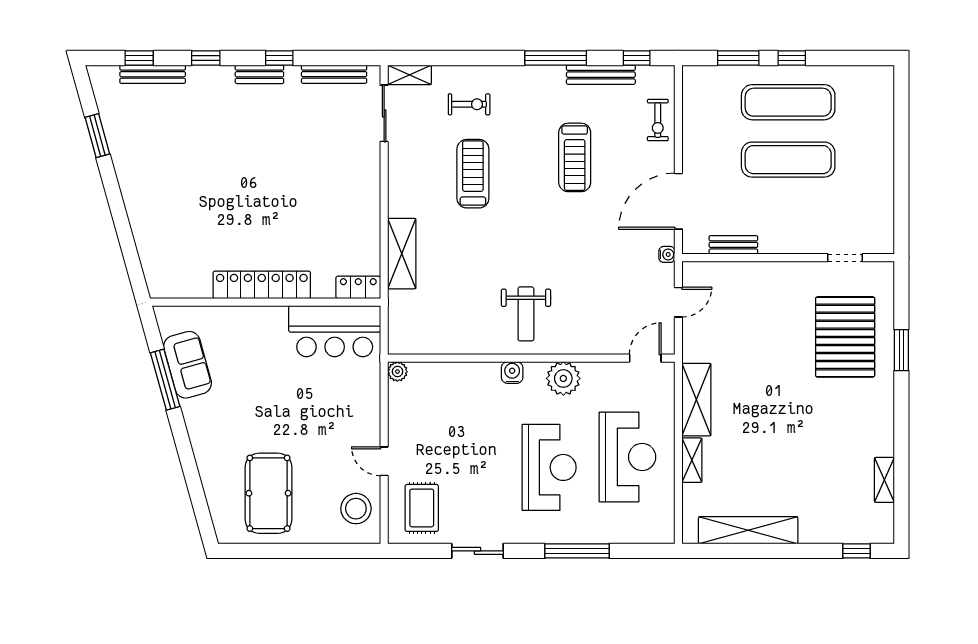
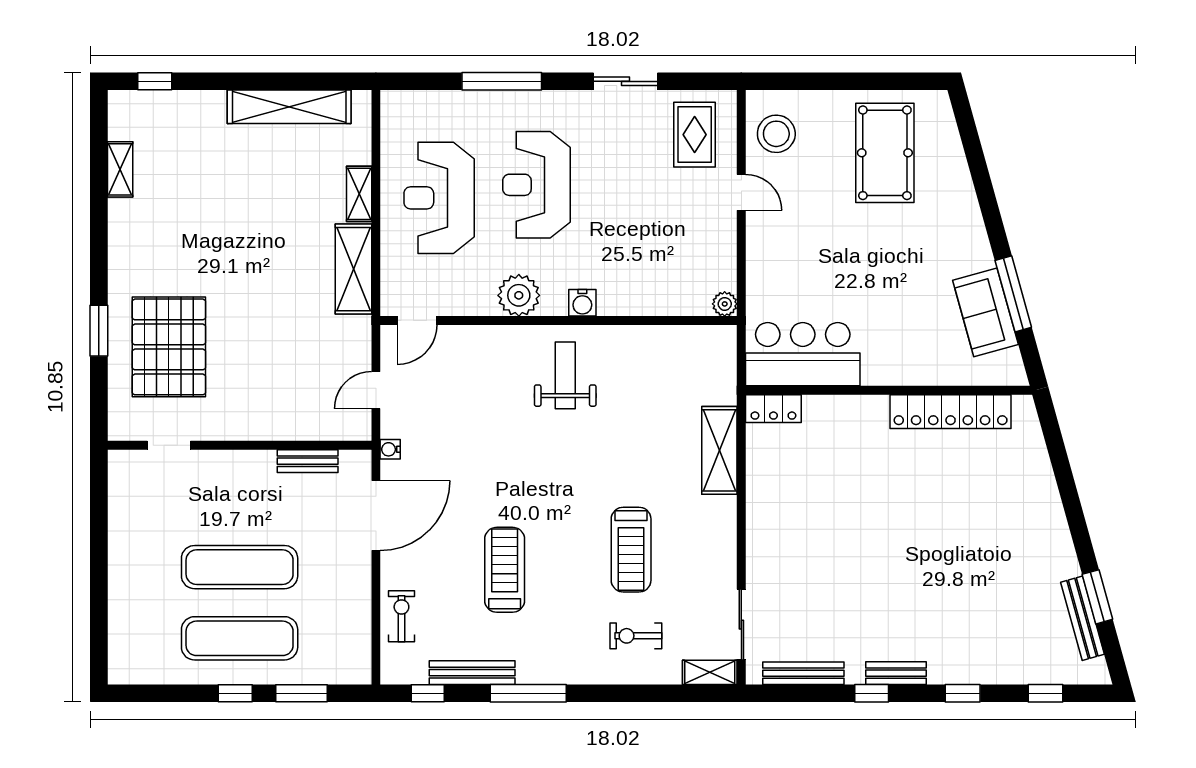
bench: (153, 74) -> (1082, 618), moved, turned 74
locker: (262, 285) -> (951, 412), moved

